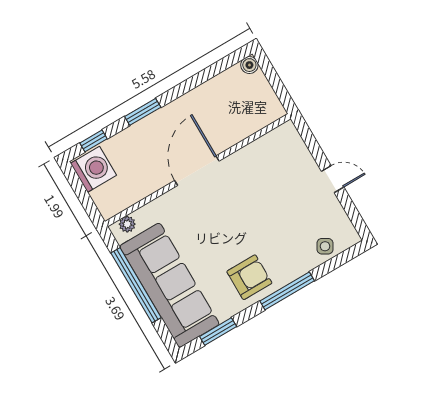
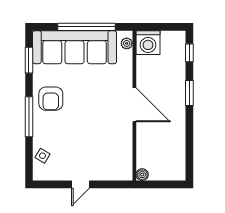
boiler: (249, 65) -> (142, 175), moved
washing machine: (93, 169) -> (148, 43), moved

